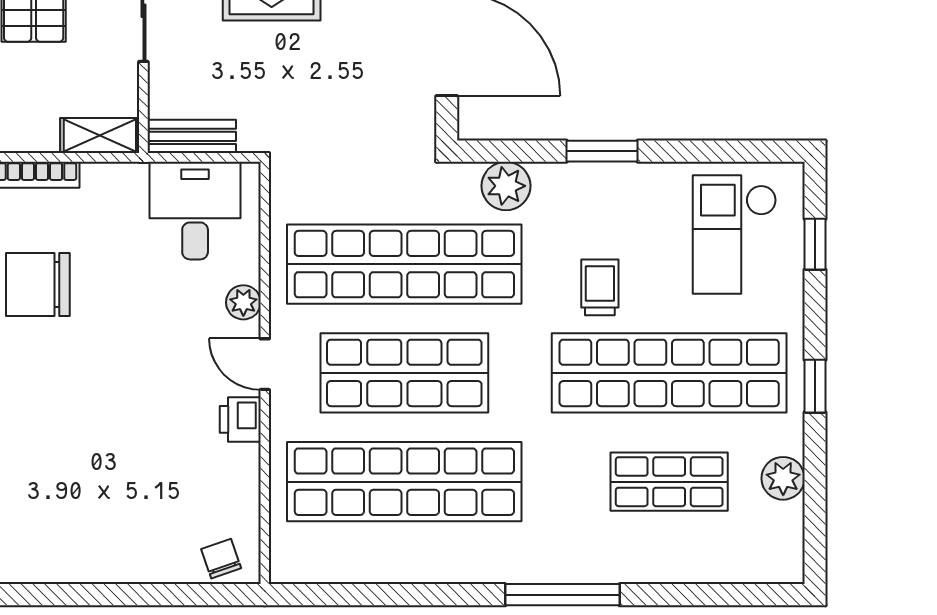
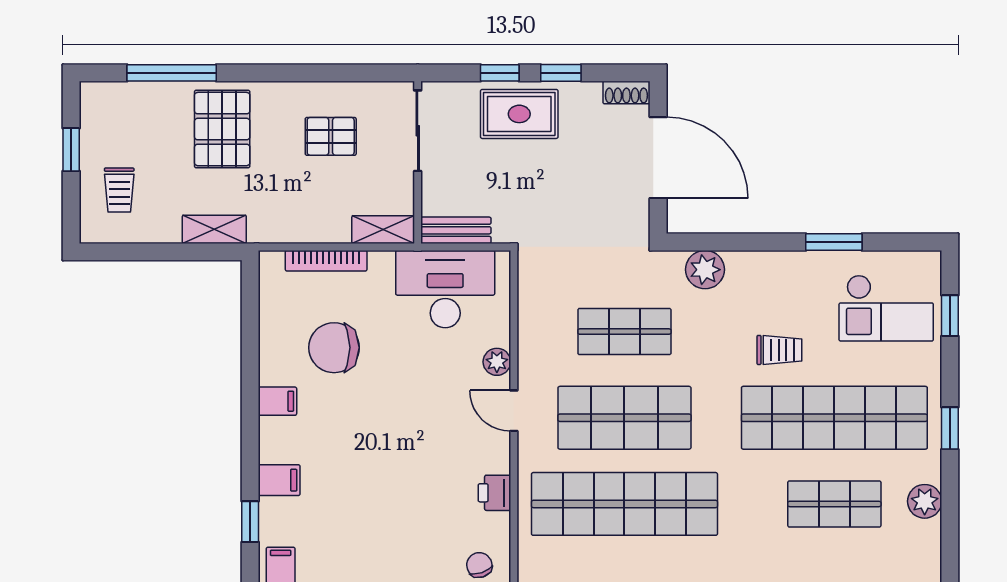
window: (602, 151) -> (834, 242), moved
desk: (195, 211) -> (445, 289), width x1.37
checkout: (735, 235) -> (886, 308), turned -90
shop shelf: (404, 264) -> (624, 332), width x0.50, depth x0.74
trolley: (600, 287) -> (779, 350), turned 90
printer: (240, 419) -> (494, 493), moved

